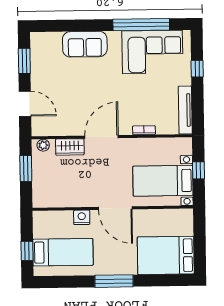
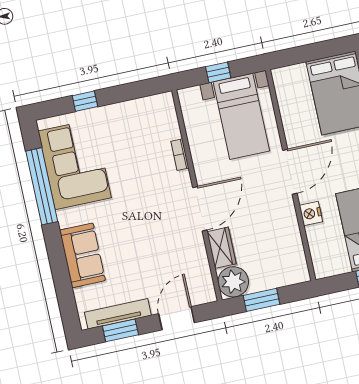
tv unit: (185, 110) -> (118, 314), moved, turned 180
door: (102, 137) -> (200, 209), swing flipped
plant: (43, 145) -> (233, 282), width x1.88, depth x1.88

